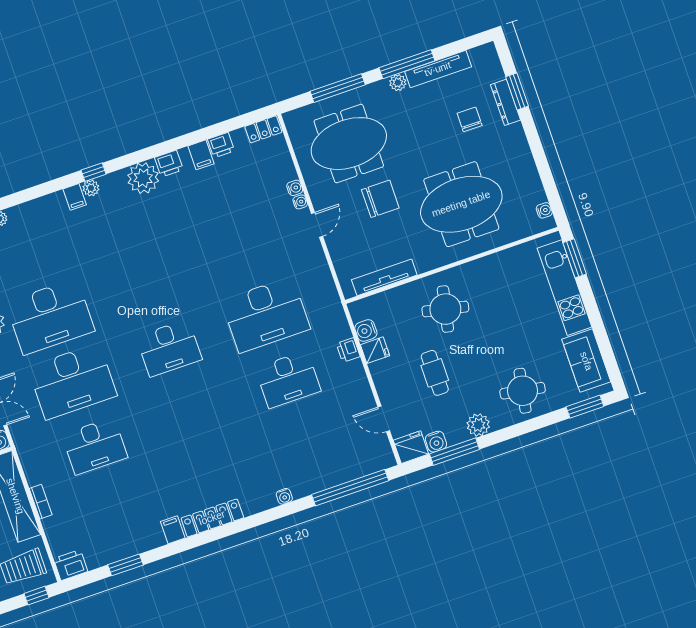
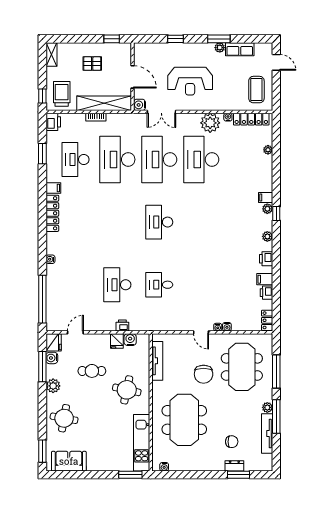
dresser: (506, 102) -> (234, 466), width x0.70
plant: (143, 178) -> (267, 236), width x0.53, depth x0.53
kitchen unit: (565, 288) -> (142, 443), moved, turned -90
desk: (266, 315) -> (159, 285), width x0.53, depth x0.77
desk: (95, 446) -> (117, 159), width x1.36, depth x1.30
desk: (117, 511) -> (75, 159), added

